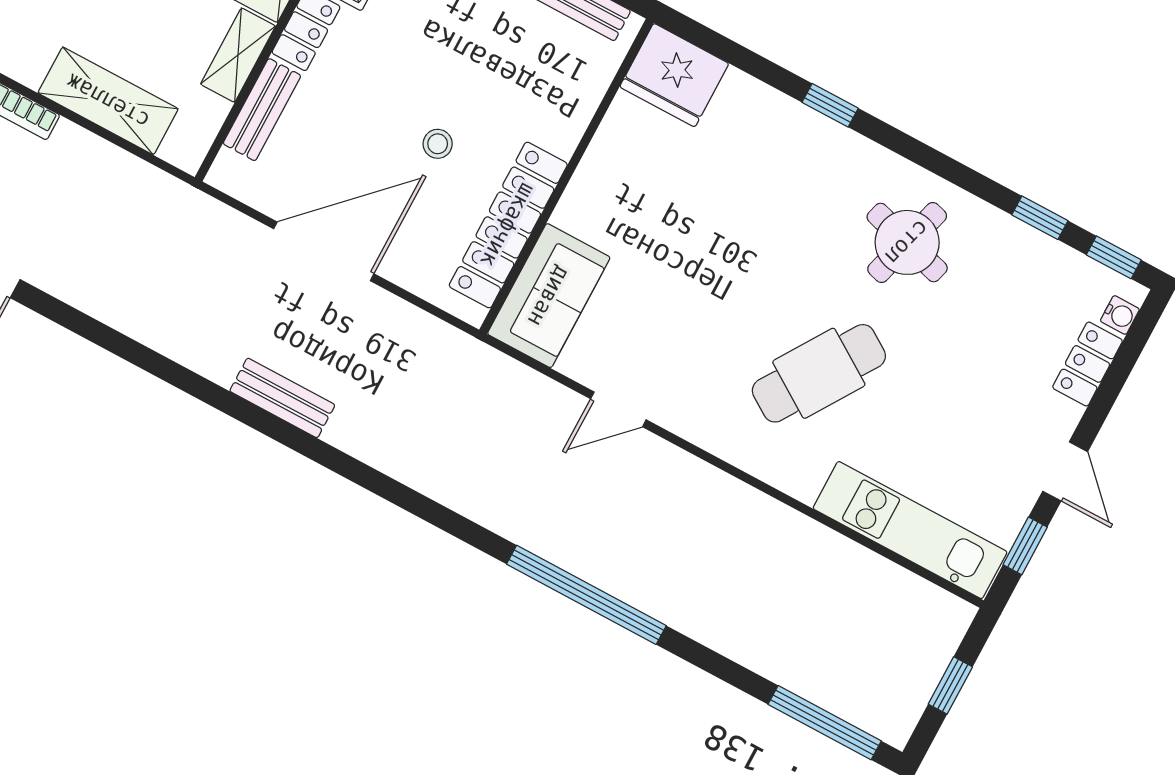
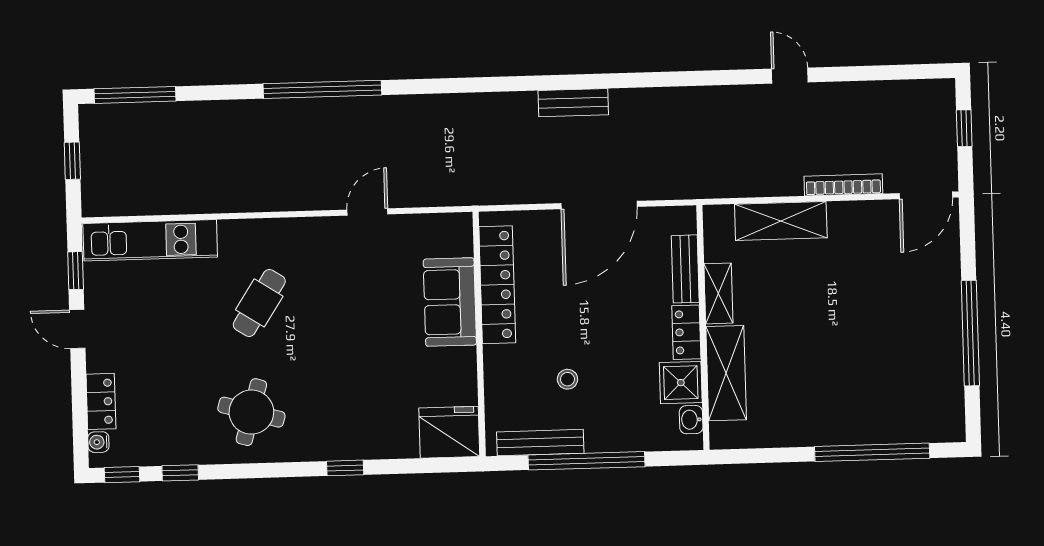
stool: (438, 144) -> (567, 379), moved
sofa: (549, 296) -> (450, 302), moved
cafe table: (819, 373) -> (259, 303), width x0.73, depth x0.74

